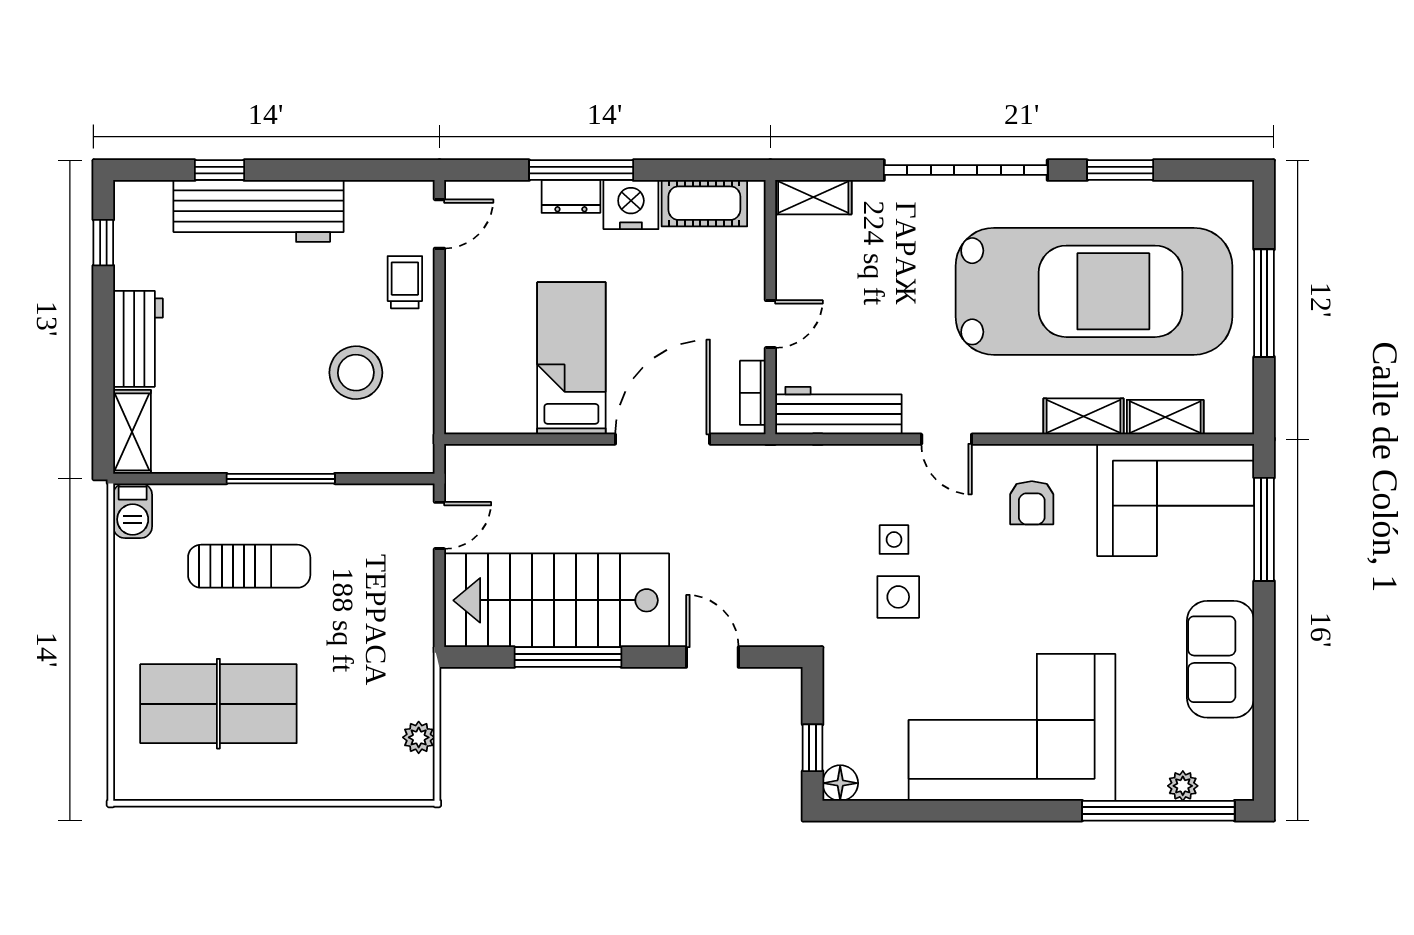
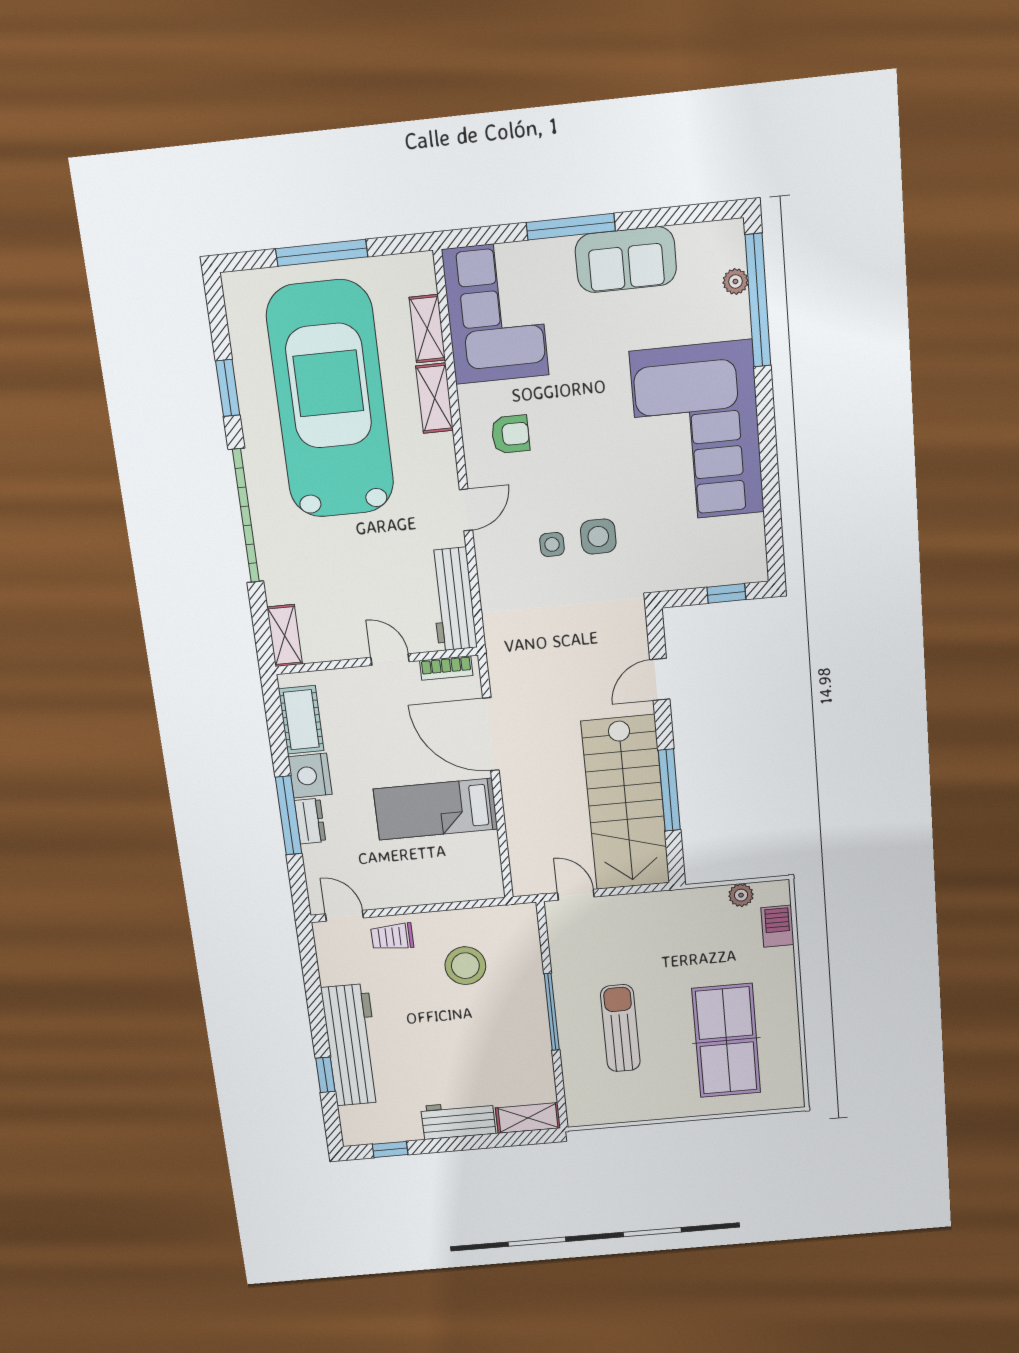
barbecue: (133, 511) -> (777, 926), moved, turned -90
window: (1264, 529) -> (571, 227), moved
floor lamp: (840, 783) -> (753, 568), removed

